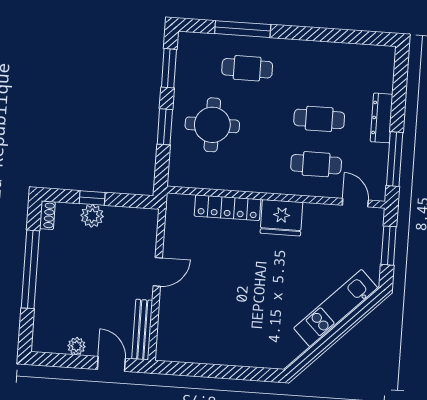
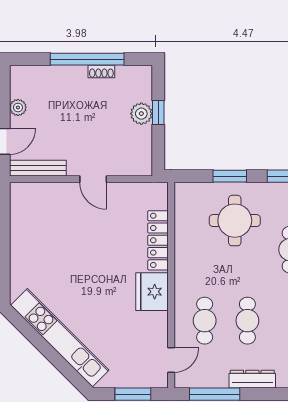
shoe rack: (47, 215) -> (101, 72), moved
kitchen unit: (336, 308) -> (60, 338), width x1.36

